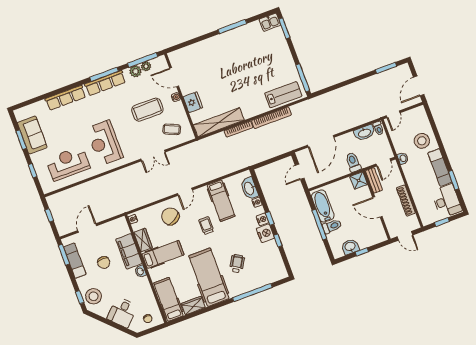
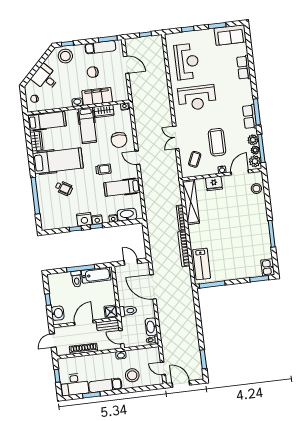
stool: (187, 55) -> (256, 189), added
plant: (158, 64) -> (255, 161), added
row of seats: (105, 83) -> (250, 117), width x0.68
row of seats: (65, 98) -> (244, 67), width x0.68
door: (393, 114) -> (163, 368), moved
sofa: (32, 135) -> (230, 35), moved
reception desk: (105, 143) -> (197, 98), turned 180
chair: (170, 216) -> (119, 140), turned 120
washbasin: (350, 247) -> (58, 313), moved

